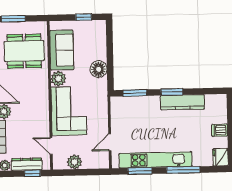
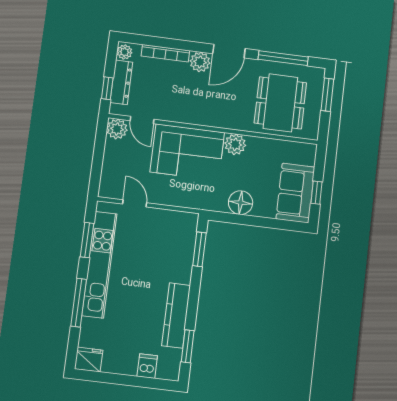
sofa: (62, 50) -> (295, 193), moved, turned 90
window: (172, 92) -> (188, 346), moved
dishwasher: (220, 130) -> (147, 366), moved
door: (51, 146) -> (142, 120), swing flipped
plant: (74, 162) -> (117, 129), moved

